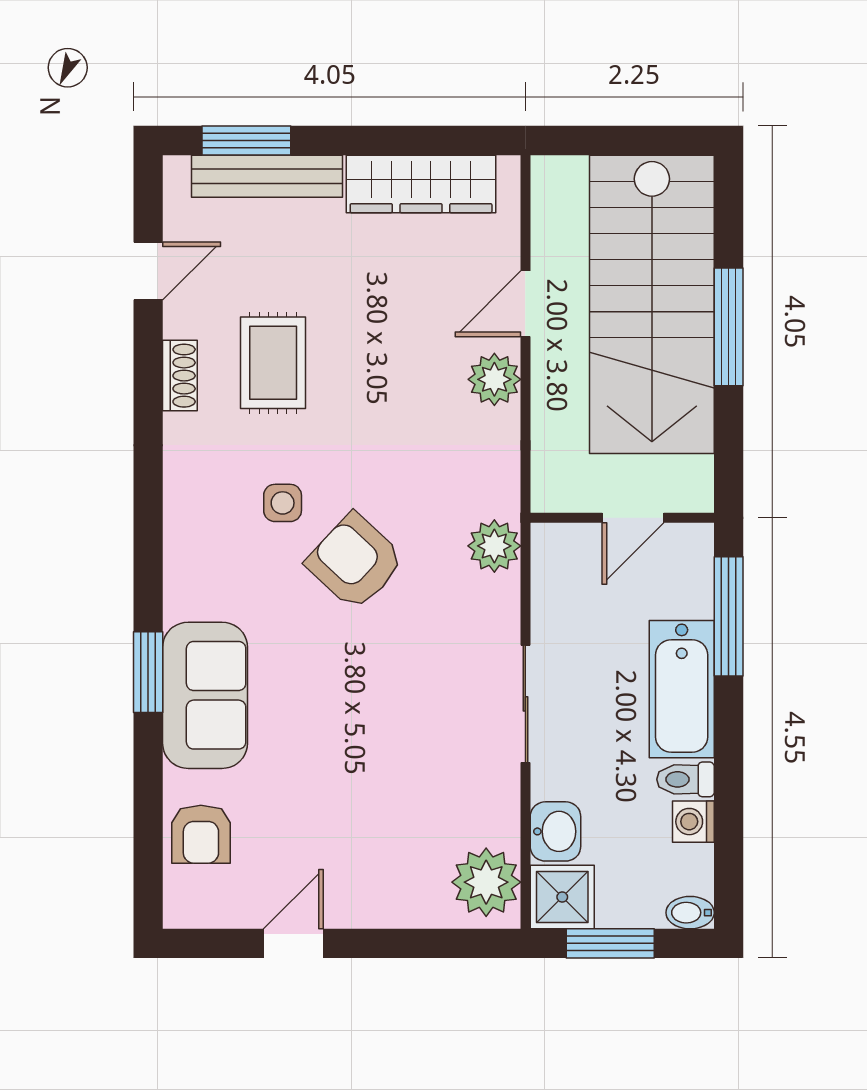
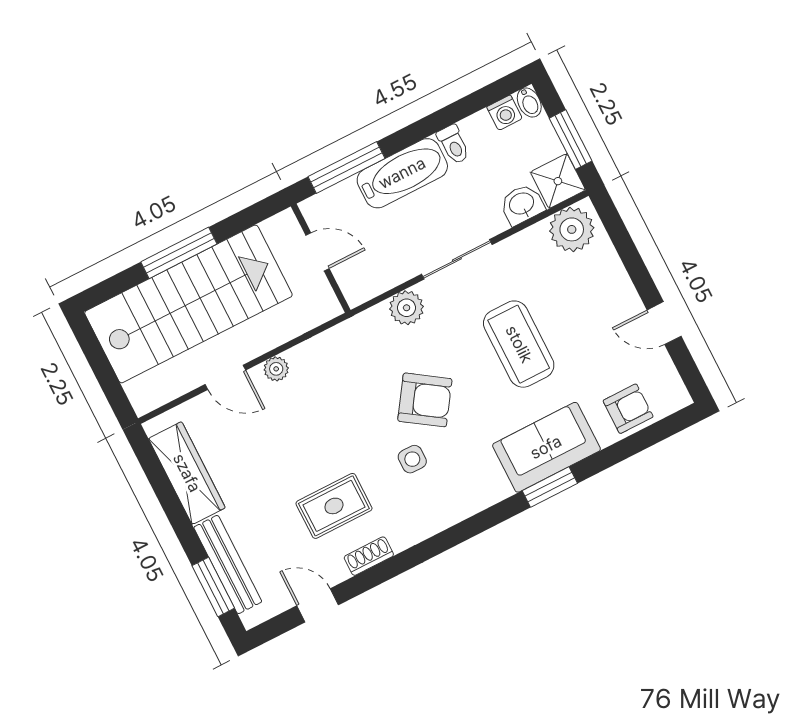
plant: (494, 379) -> (276, 369), width x0.73, depth x0.73
plant: (494, 546) -> (407, 308), moved
armchair: (355, 562) -> (425, 400), turned -99
coffee table: (366, 729) -> (519, 344), added
washing machine: (693, 822) -> (505, 113), moved

